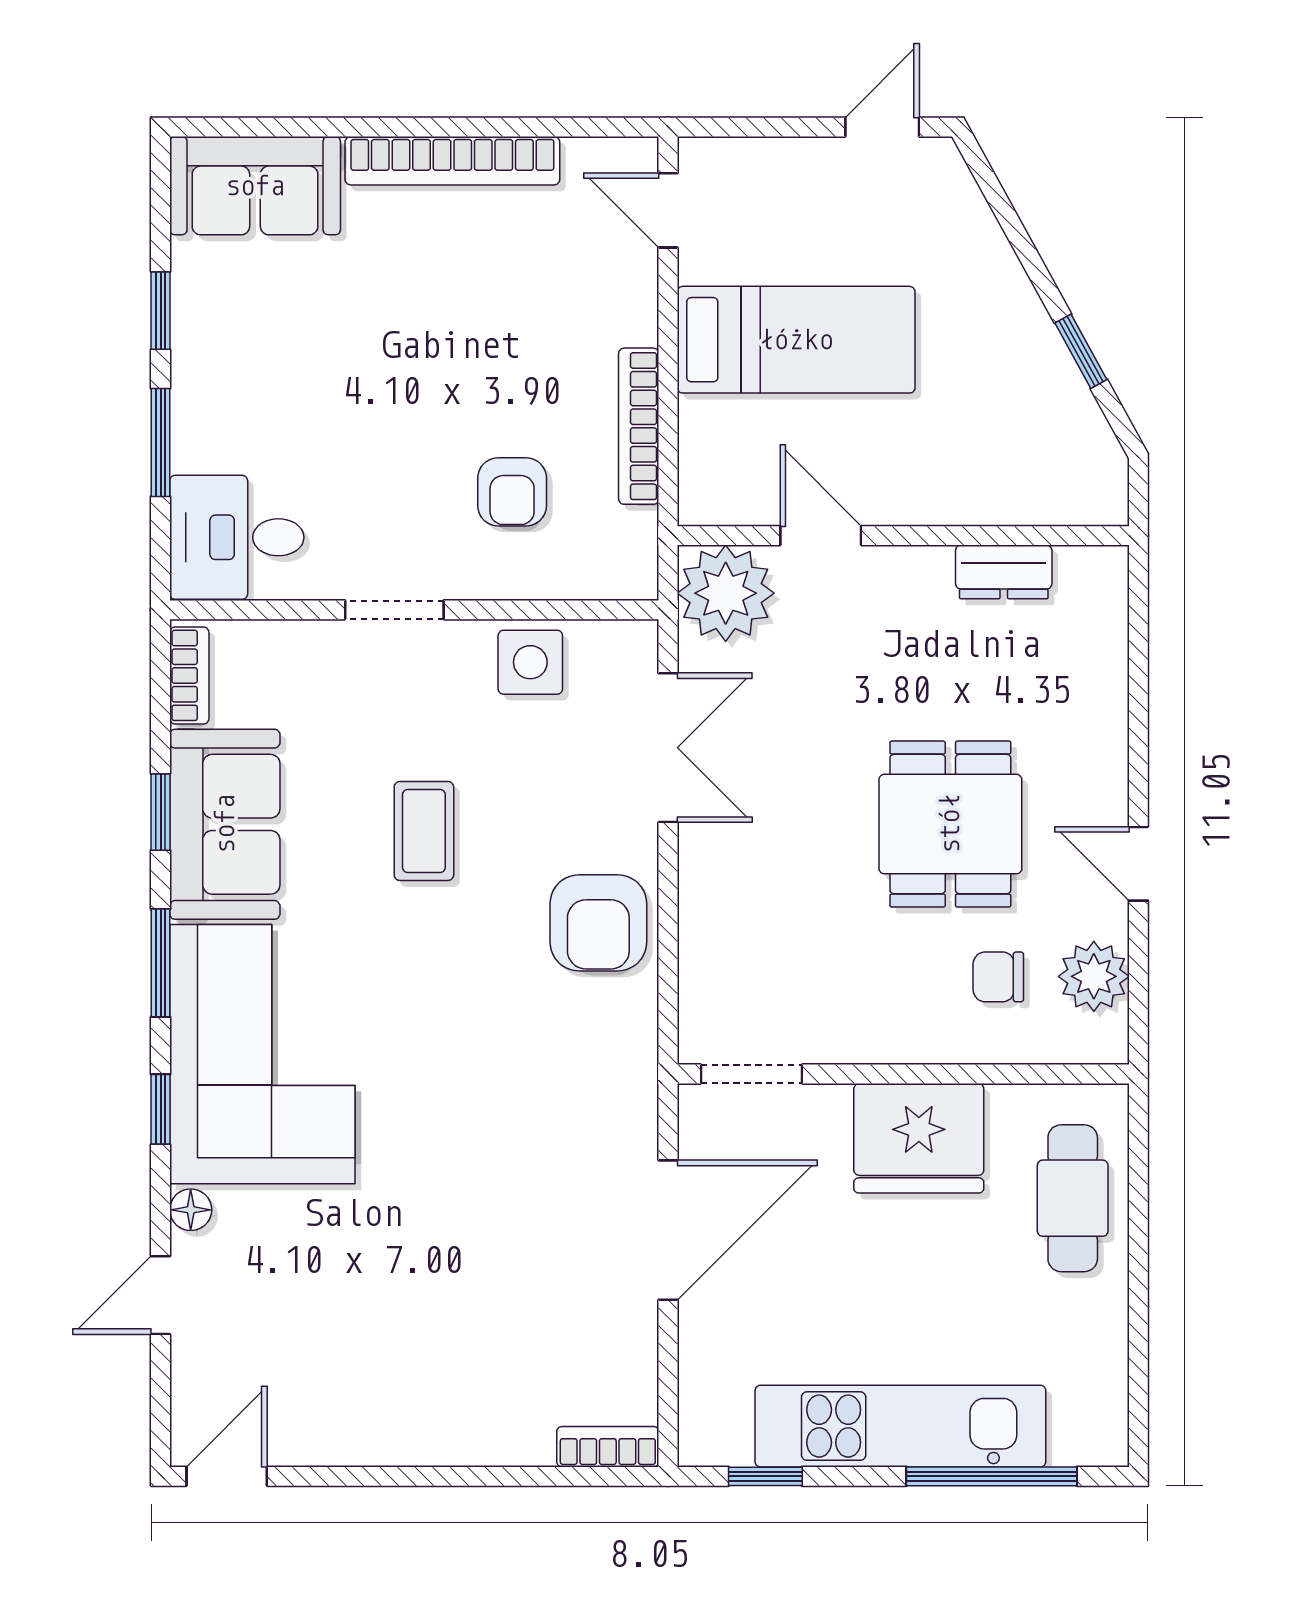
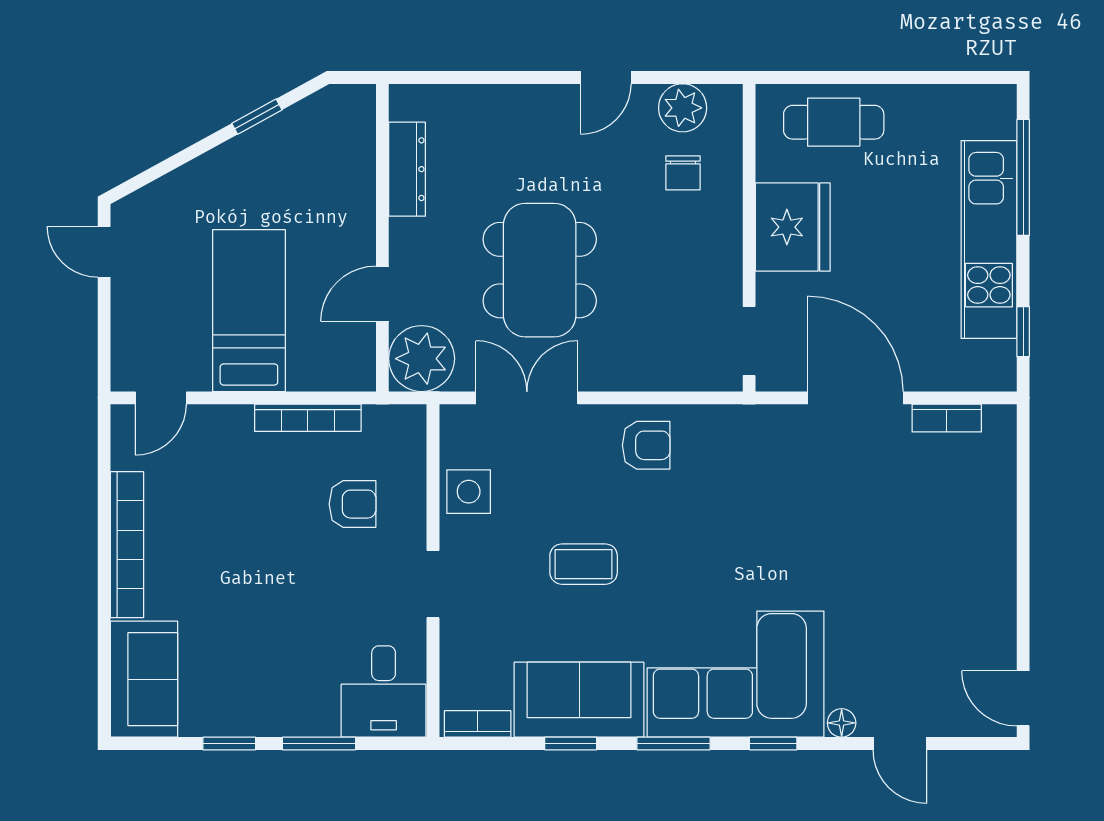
dresser: (1004, 572) -> (407, 169), width x1.44
dining table: (950, 824) -> (540, 270), moved, width x1.38
armchair: (598, 923) -> (646, 445), width x0.72, depth x0.72
bookcase: (608, 1447) -> (947, 418), moved, turned -90

